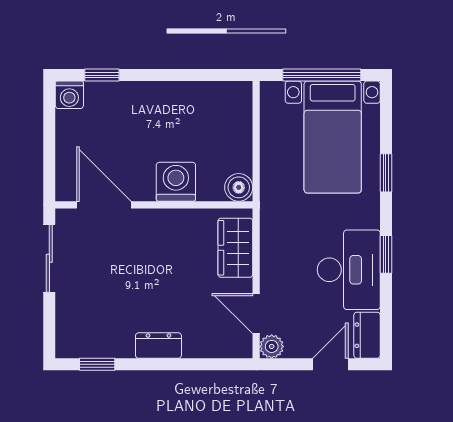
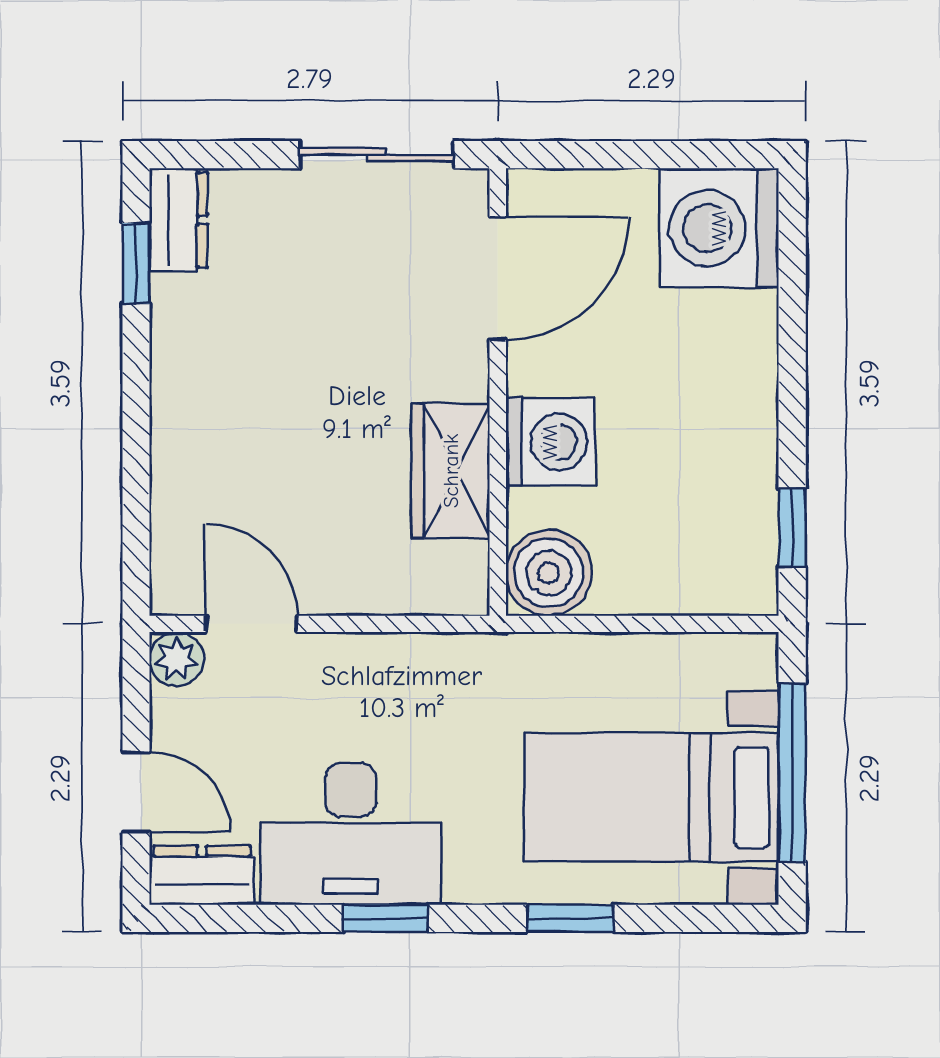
window: (102, 75) -> (792, 528), moved
washing machine: (69, 95) -> (719, 228), width x1.89, depth x1.89
boiler: (239, 187) -> (549, 573), width x1.36, depth x1.36
wardrobe: (235, 248) -> (451, 471), moved, turned -90
door: (256, 314) -> (251, 624), hinge flipped
dresser: (158, 346) -> (179, 220), moved

